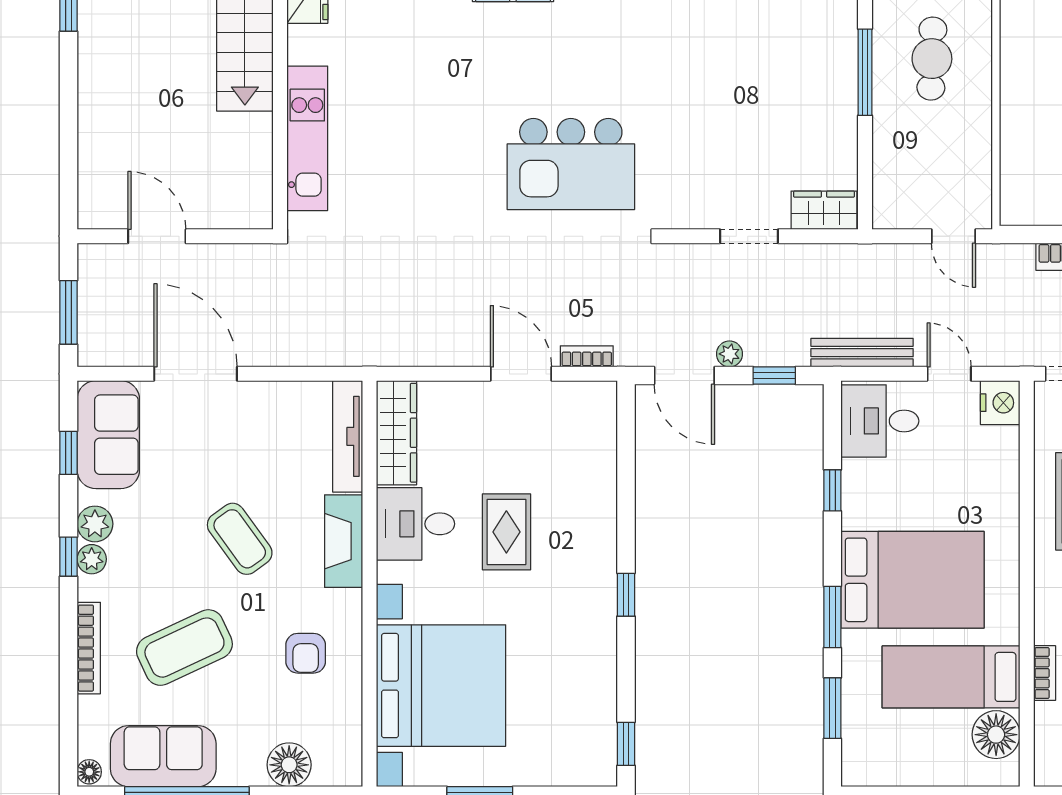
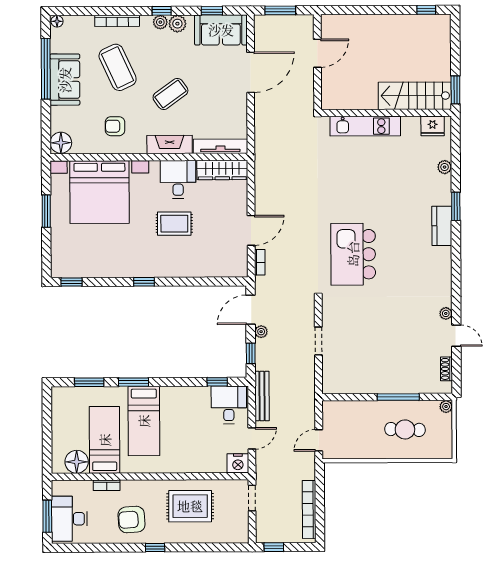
wardrobe: (824, 210) -> (331, 377), removed
window: (832, 490) -> (217, 382), moved
bed: (913, 580) -> (144, 421), width x0.67
sofa: (163, 756) -> (65, 80), moved
floor lamp: (289, 765) -> (61, 143), moved

